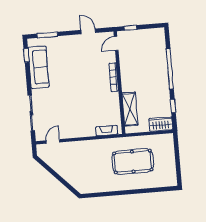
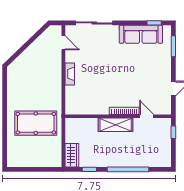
door: (116, 43) -> (147, 116), moved
shelving: (130, 109) -> (116, 125), moved
fireplace: (107, 131) -> (70, 74), moved
pool table: (133, 162) -> (36, 123), turned 90

